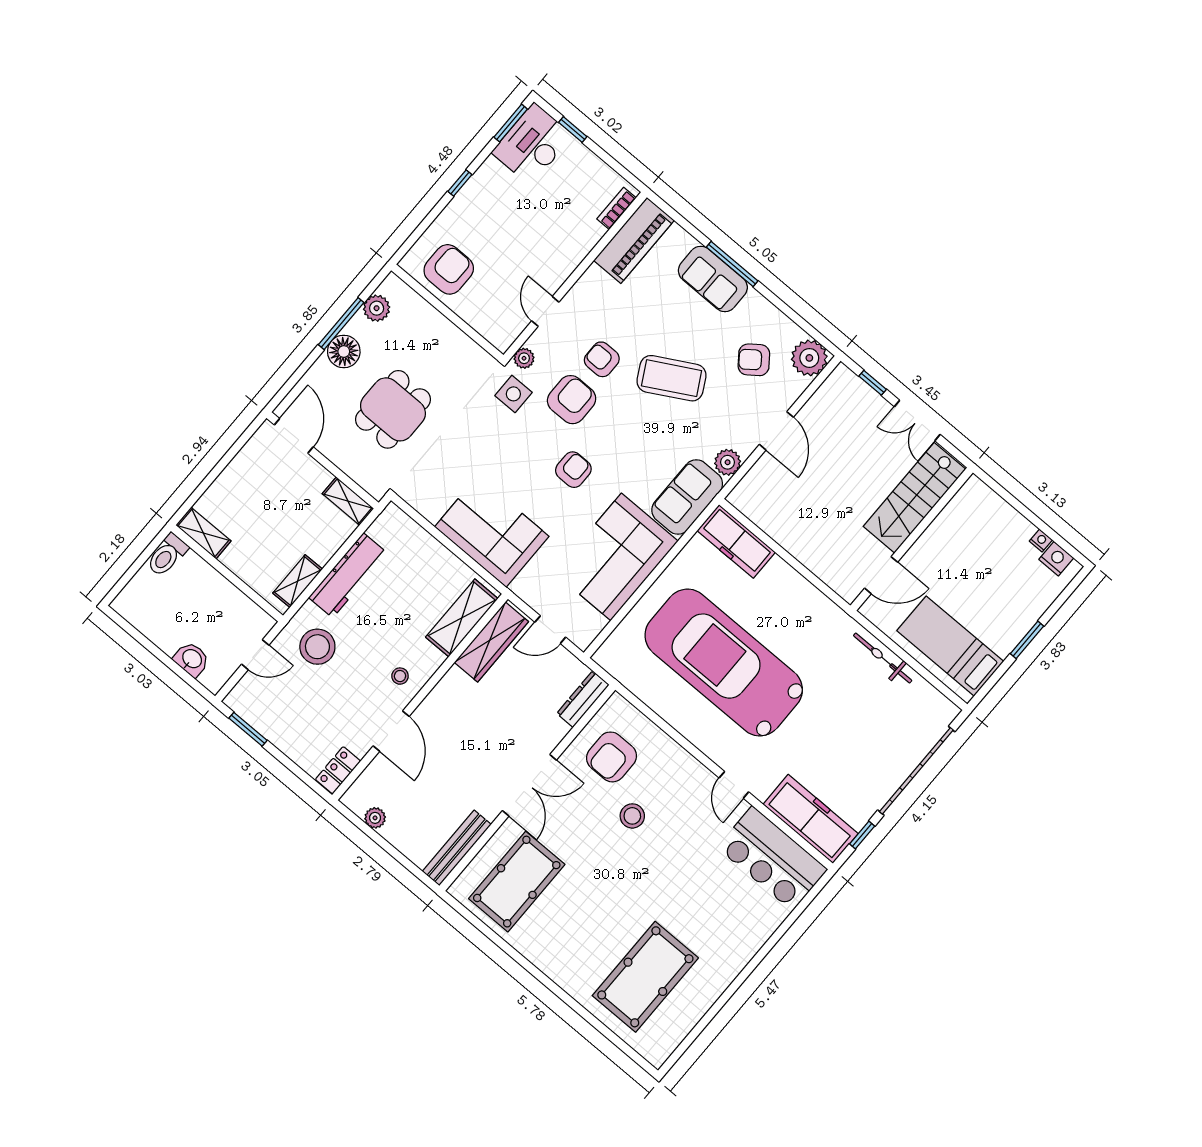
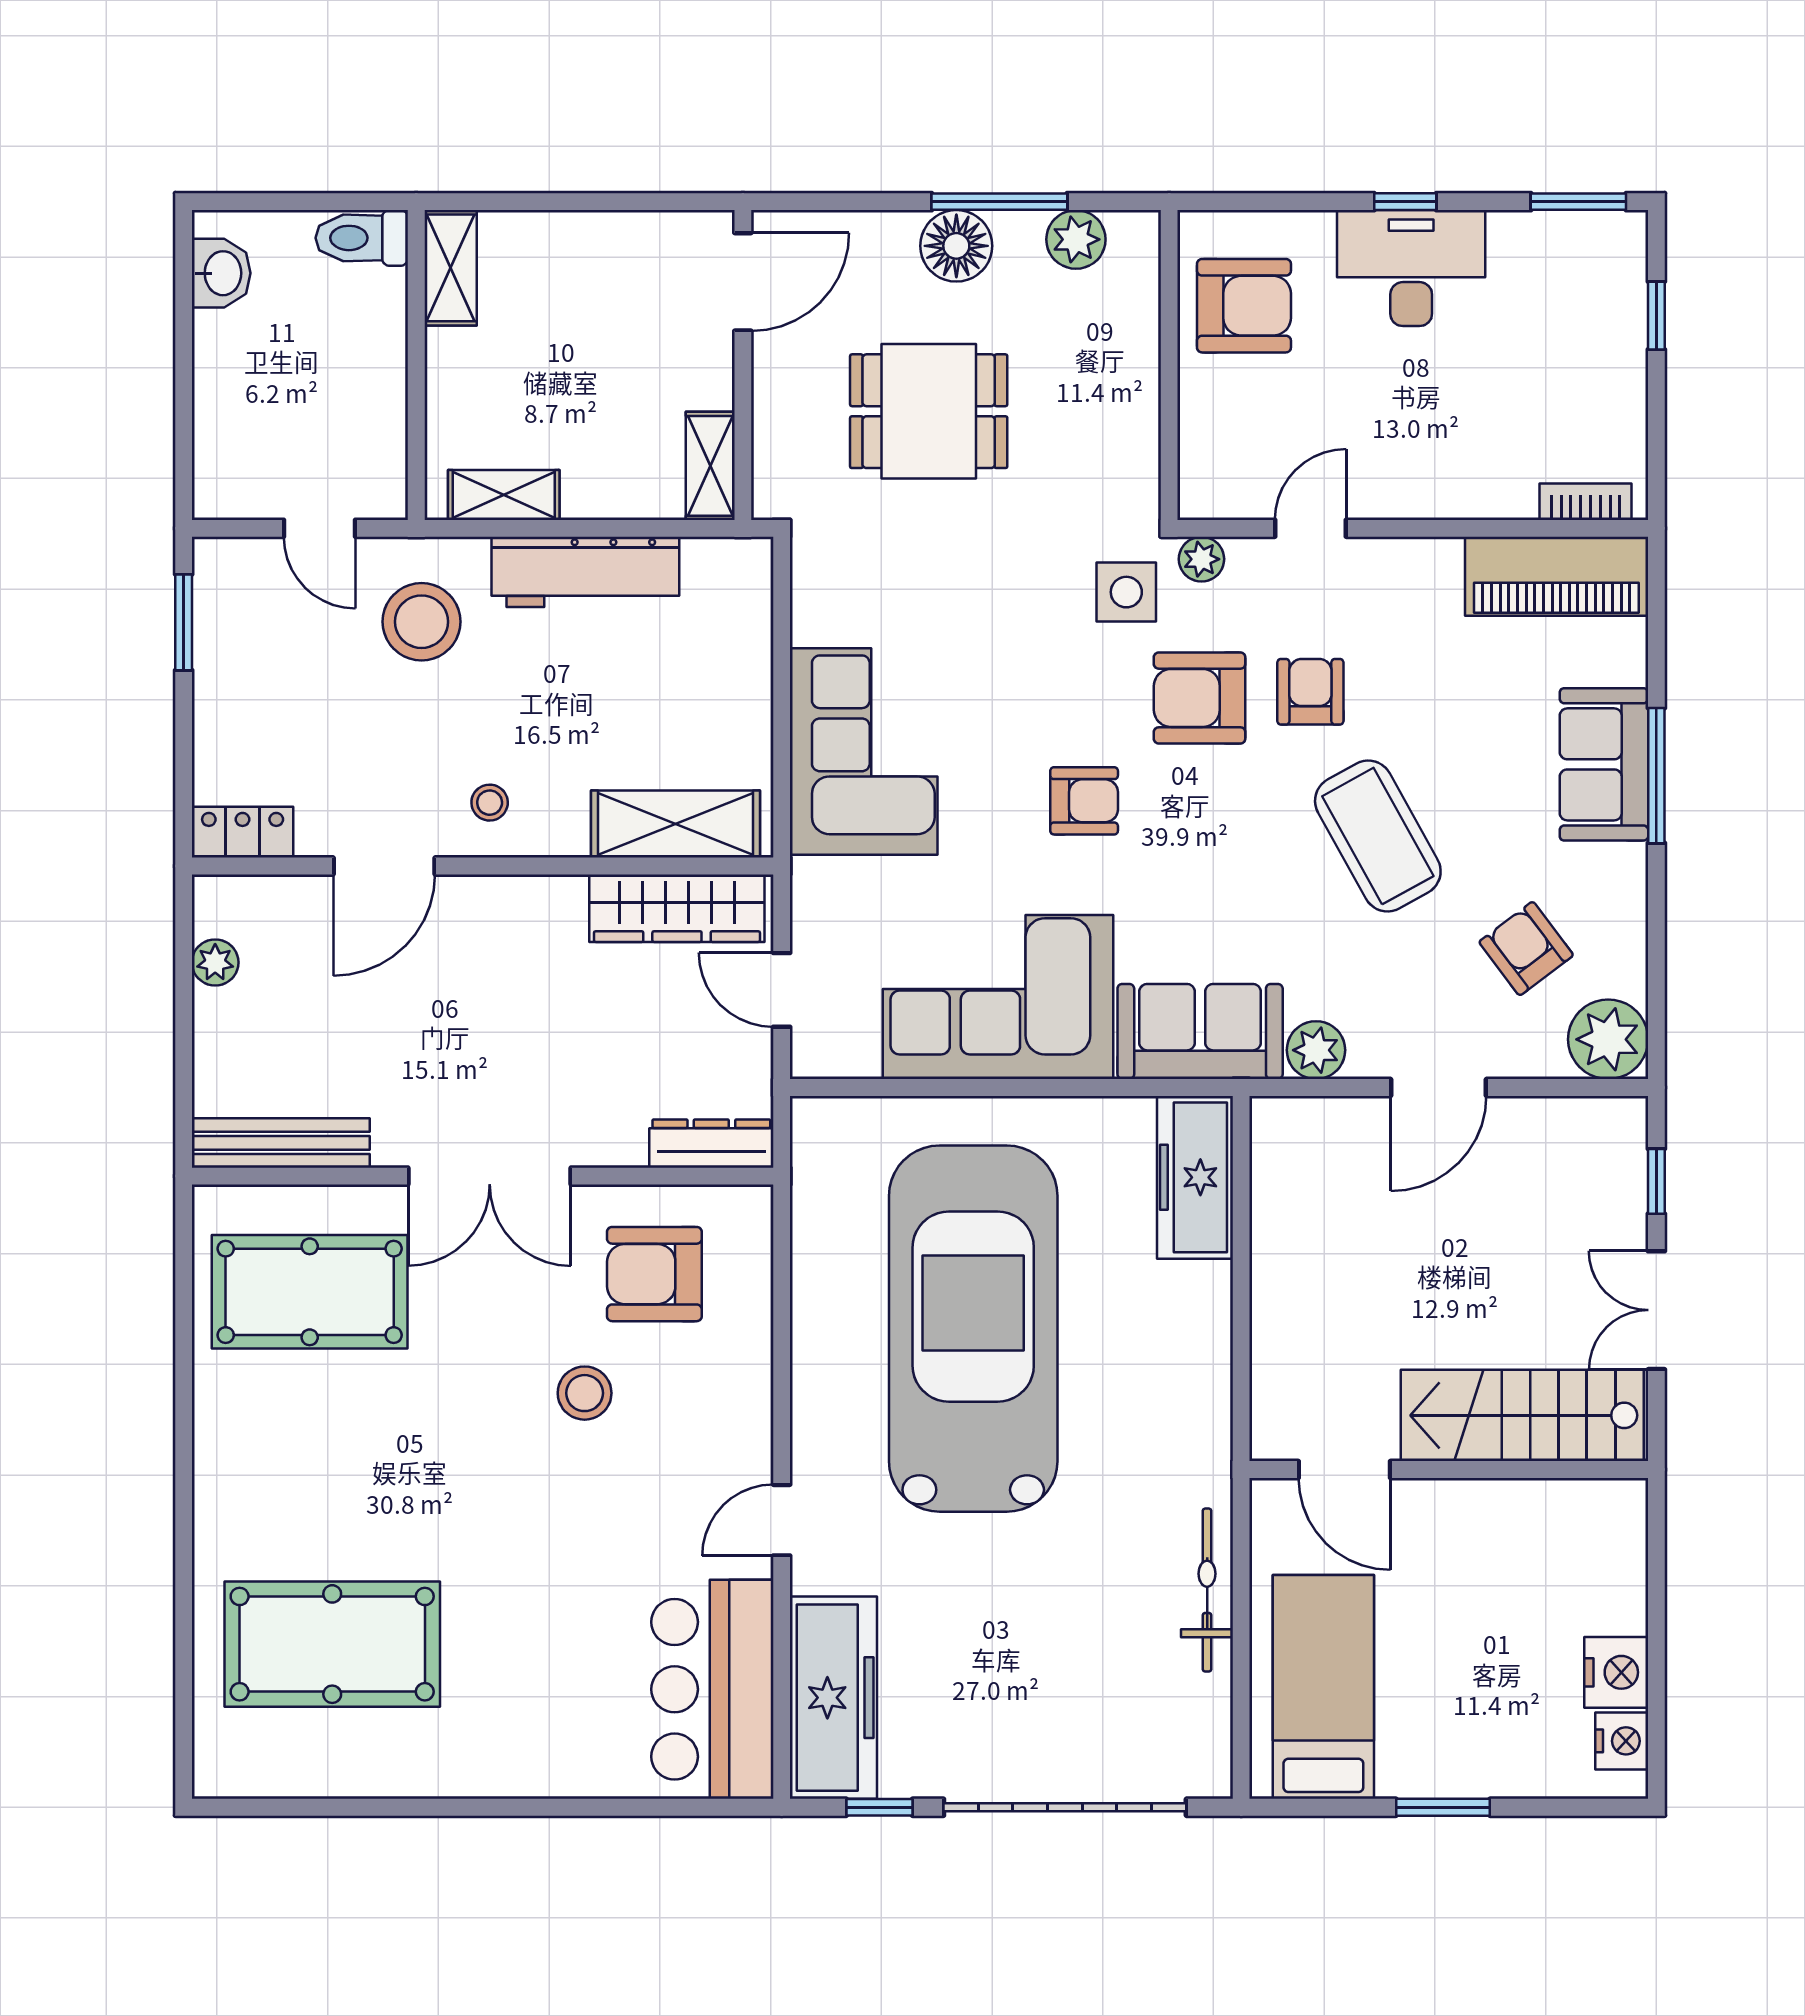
desk: (532, 144) -> (1411, 268), moved
armchair: (572, 400) -> (1200, 698), turned 180
nightstand: (1041, 540) -> (1616, 1672), width x1.89, depth x1.79
washbasin: (192, 659) -> (221, 273), moved

